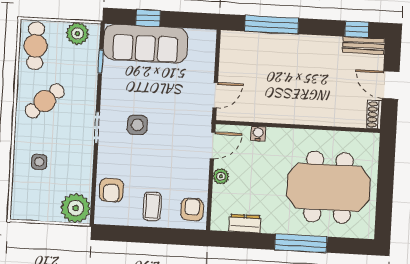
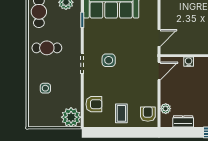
cafe table: (45, 101) -> (47, 48), turned 42
plant: (221, 176) -> (166, 109), moved
armchair: (111, 190) -> (94, 104), turned -90

